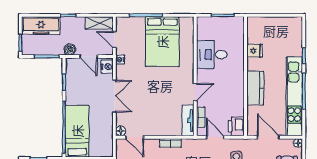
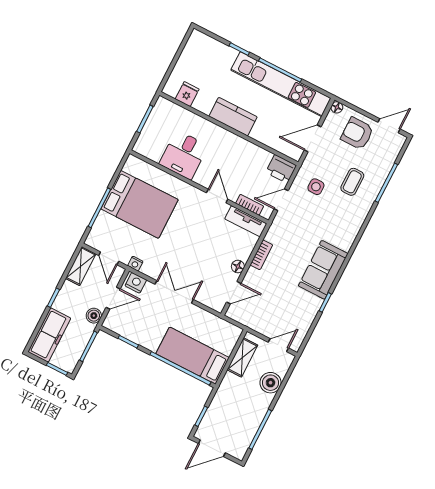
door: (114, 40) -> (109, 258), hinge flipped
fridge: (255, 51) -> (187, 94), moved
kitchen counter: (255, 88) -> (233, 117), moved
floor lamp: (121, 131) -> (238, 267), moved

